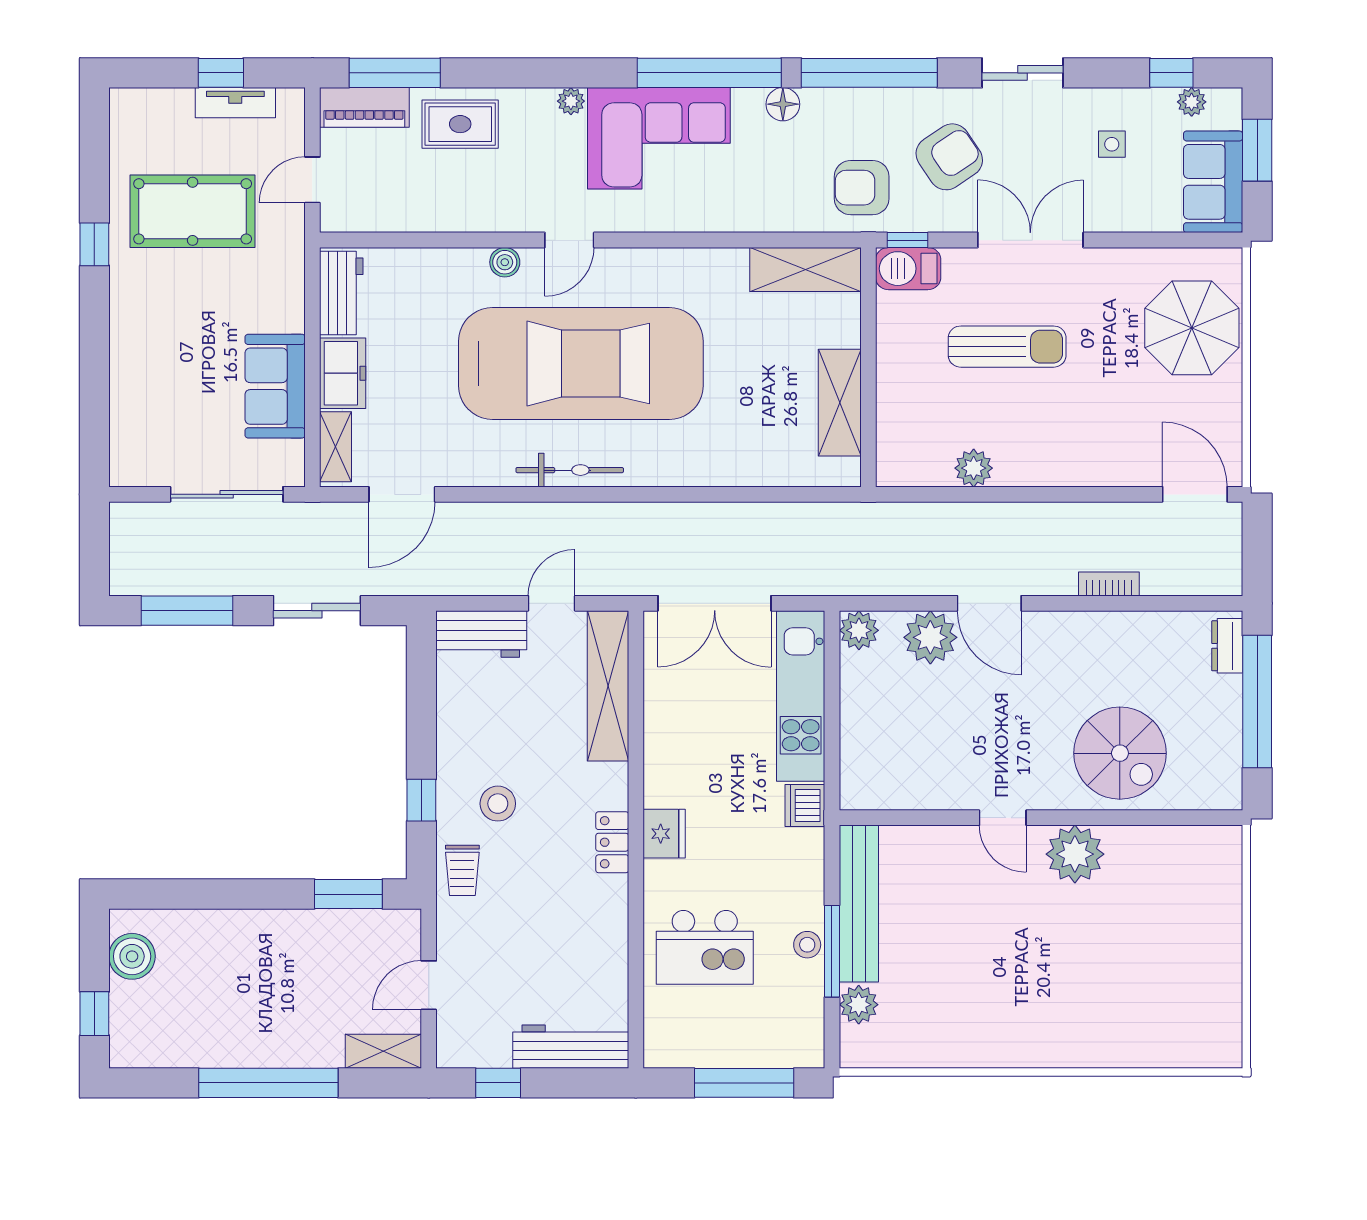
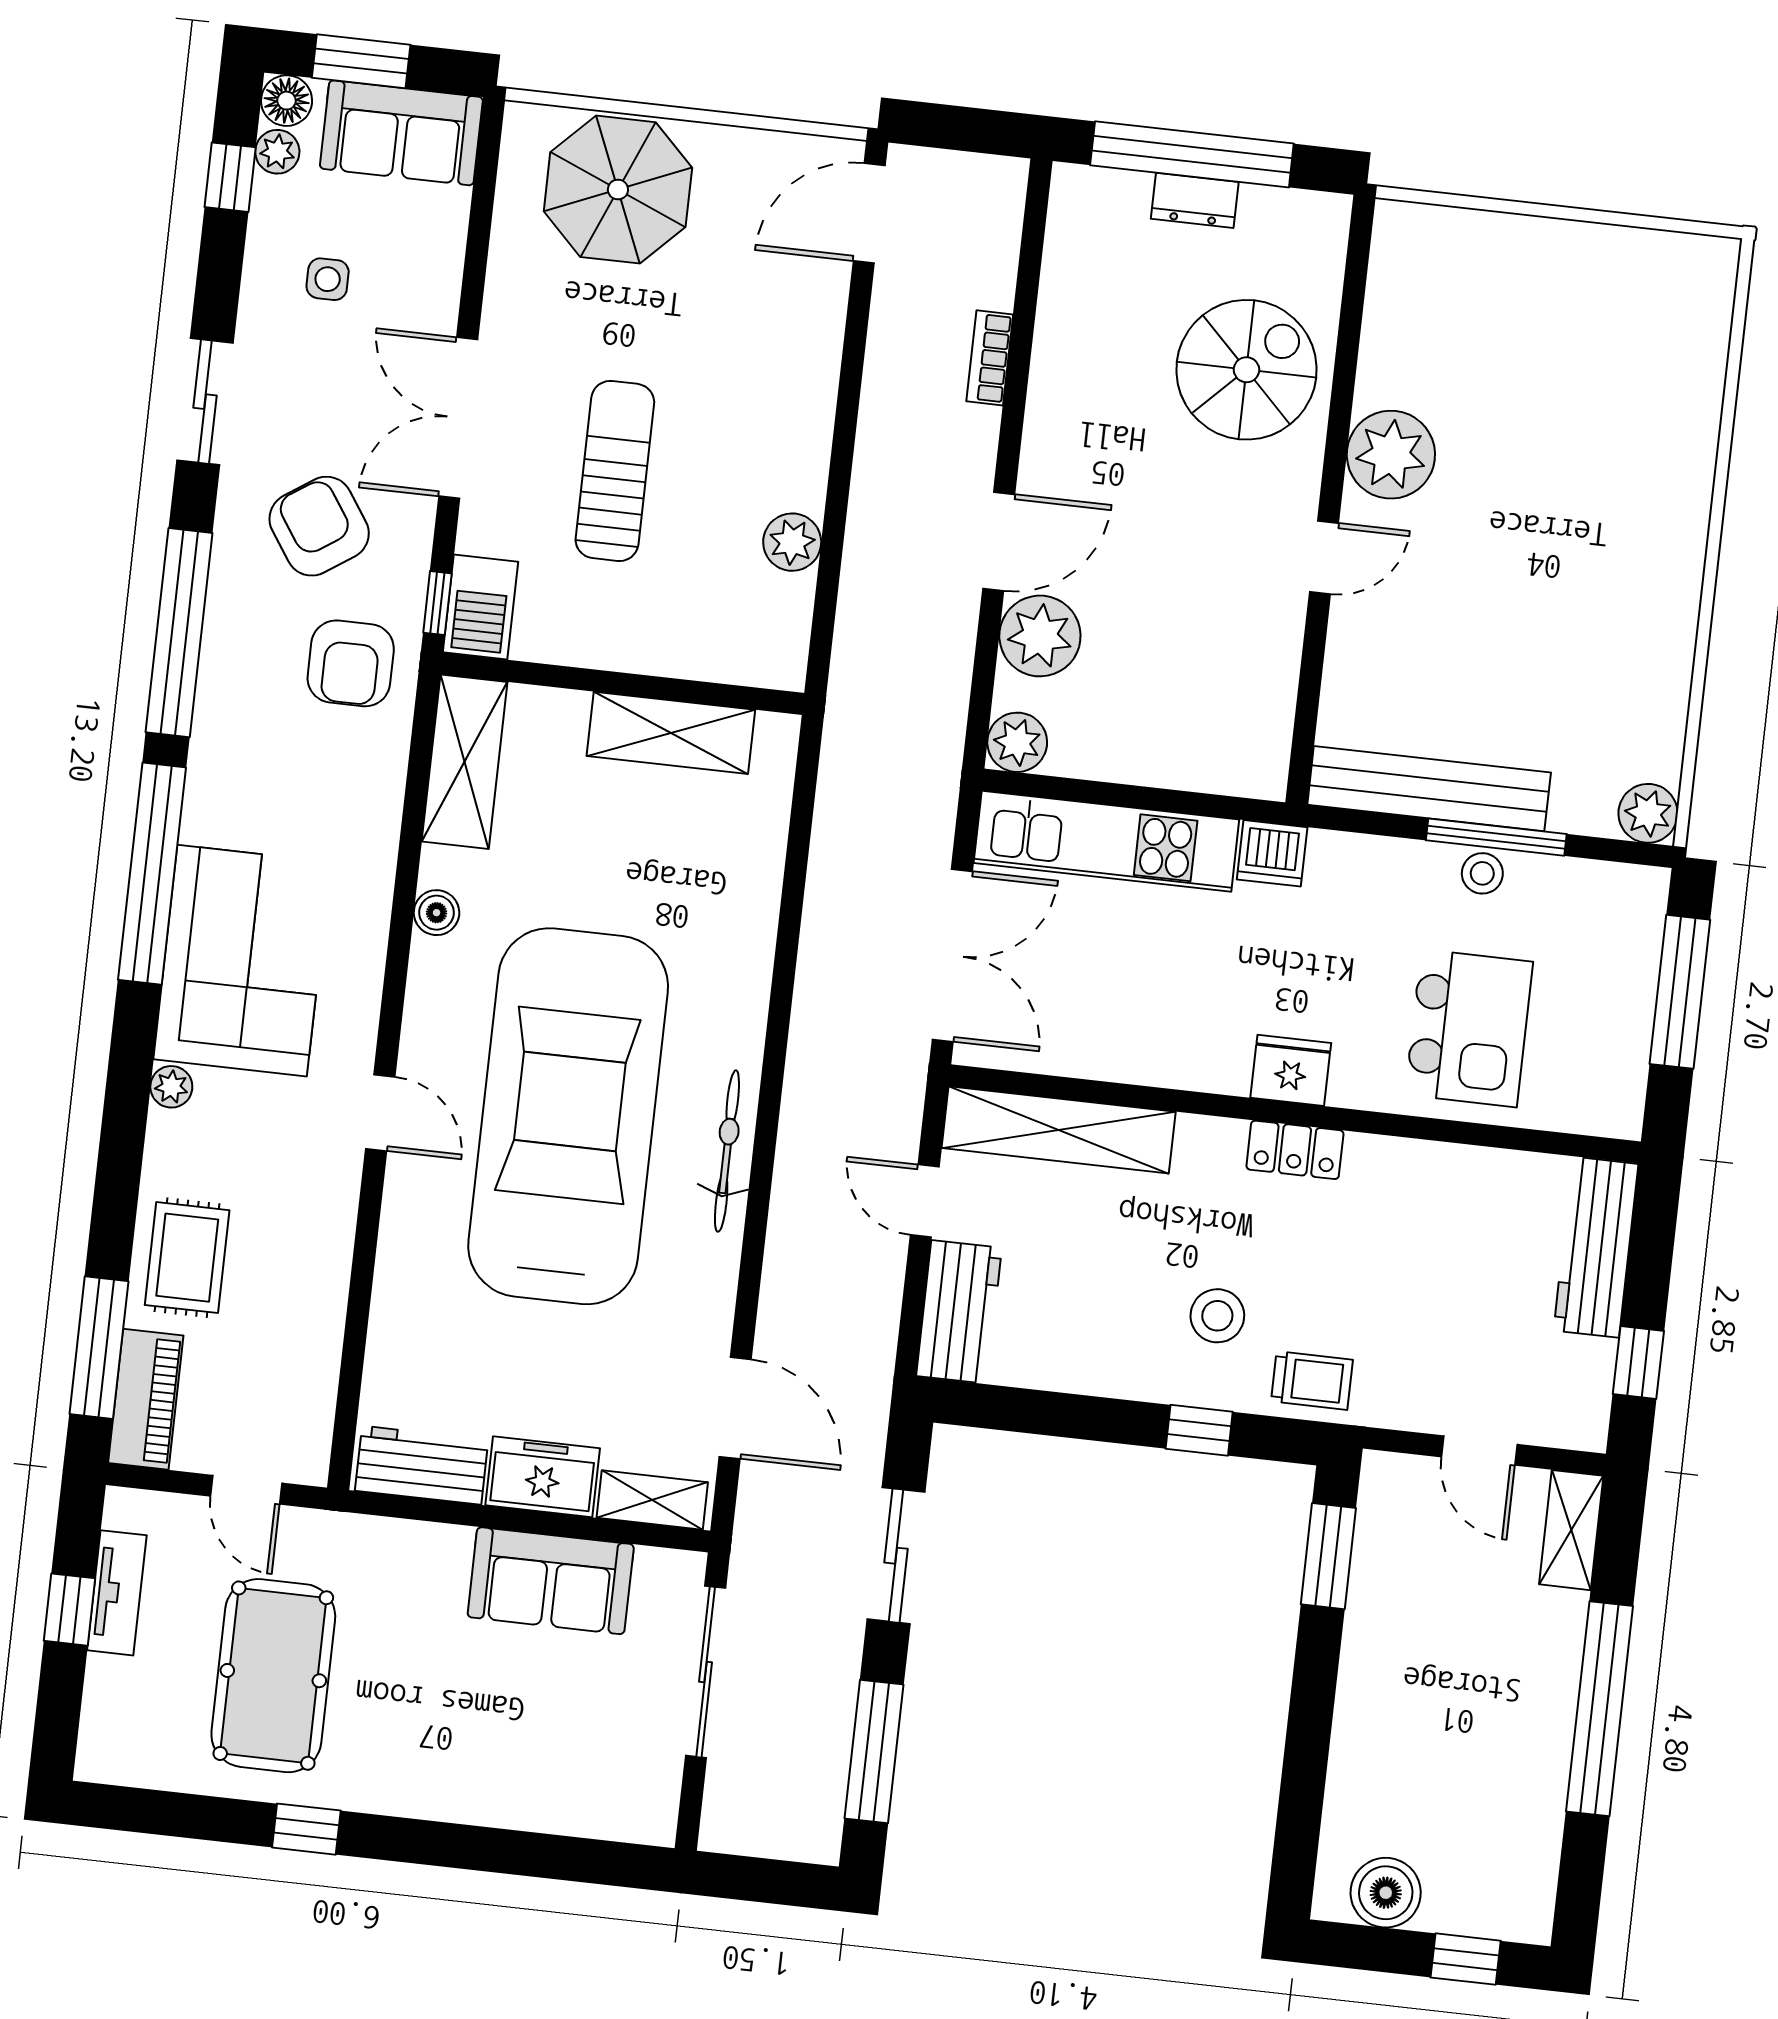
floor lamp: (783, 104) -> (287, 101), moved
boiler: (505, 262) -> (437, 913), moved
dresser: (1227, 646) -> (1195, 200), moved
plant: (859, 1005) -> (1648, 813), moved

